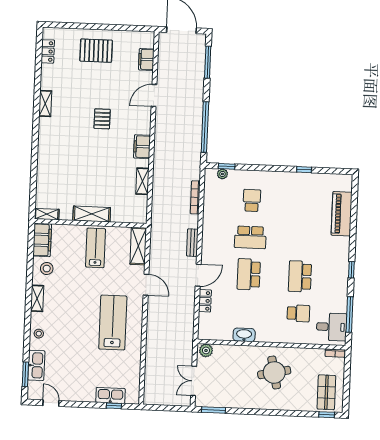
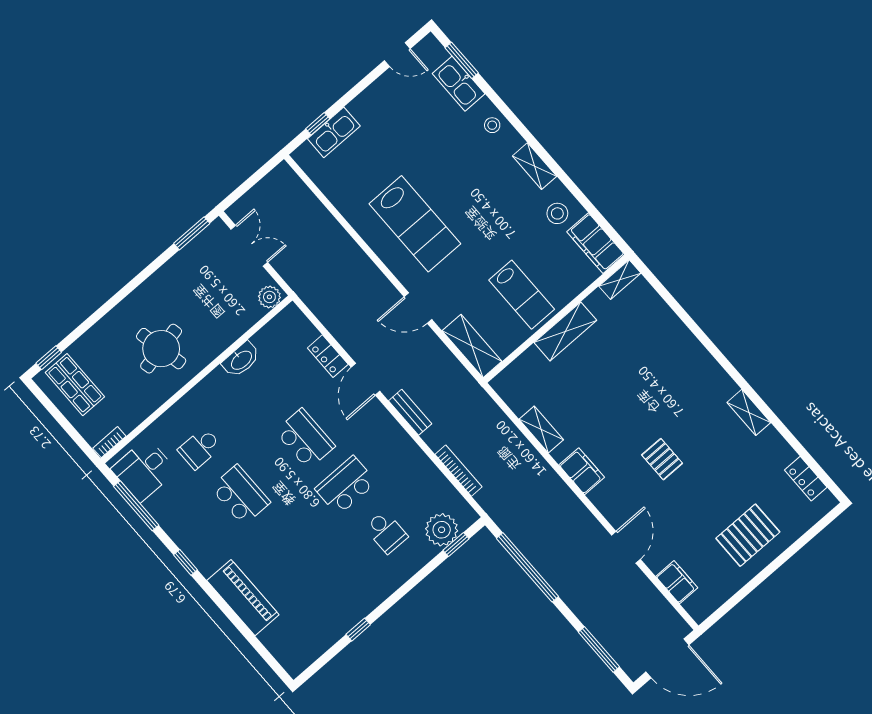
plant: (222, 174) -> (442, 530), width x1.88, depth x1.88
piano: (342, 214) -> (243, 598), moved

